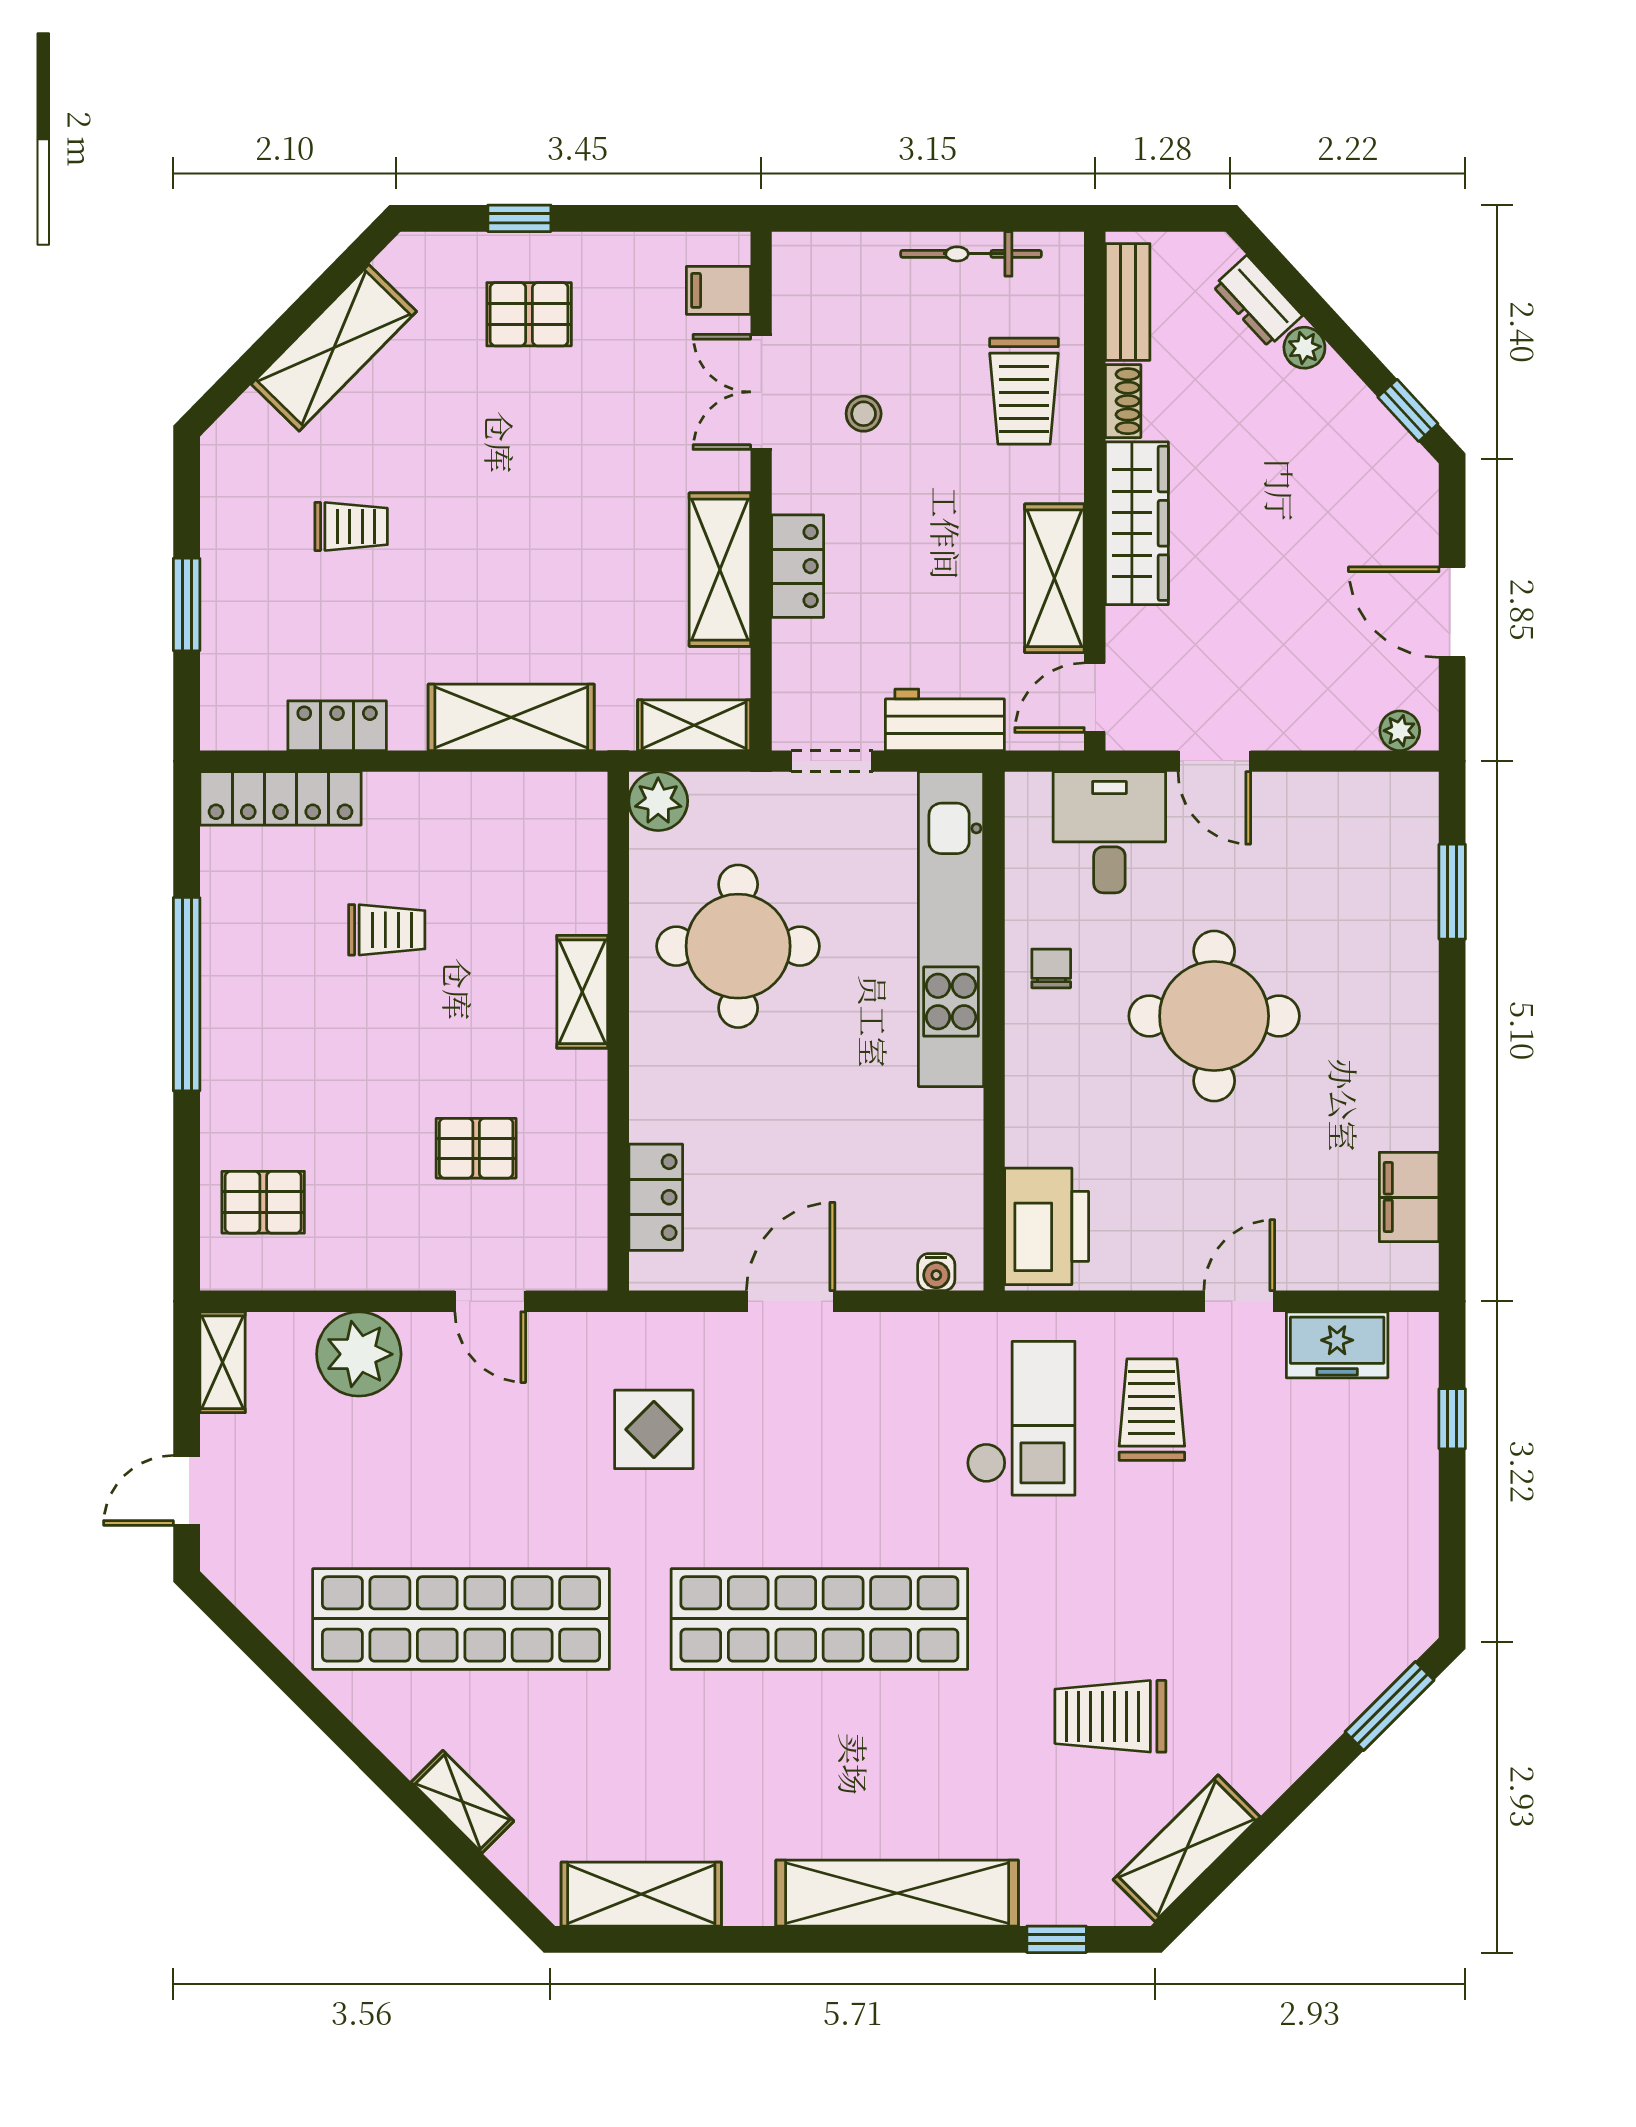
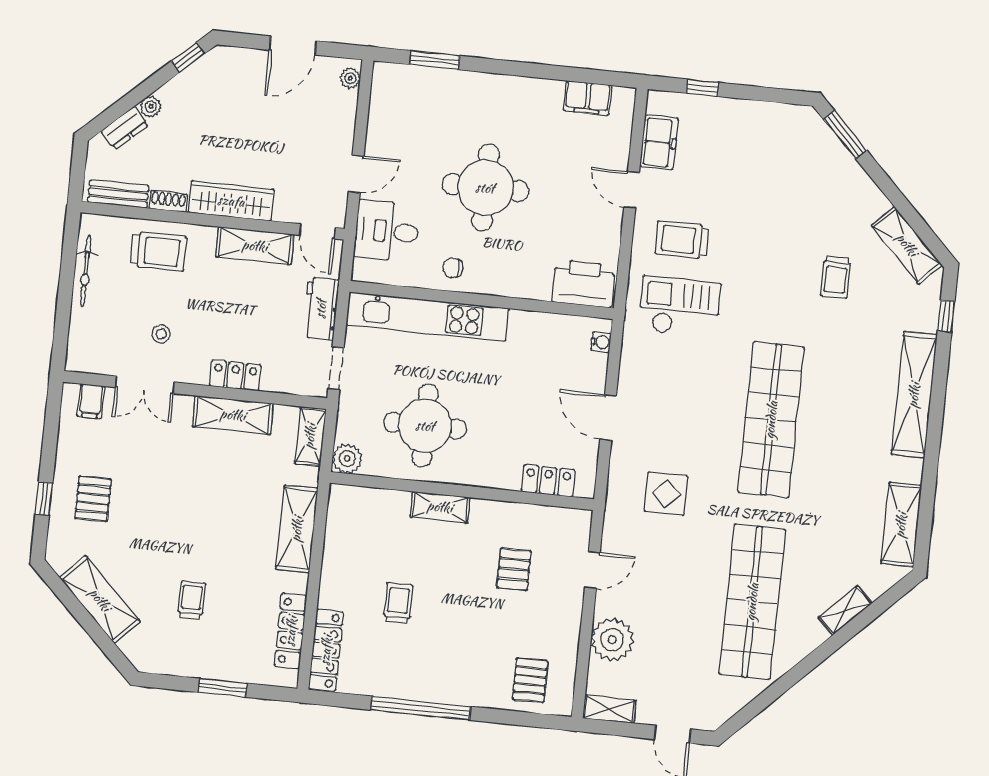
locker: (337, 726) -> (291, 631), width x1.53
trolley: (1110, 1716) -> (836, 277), width x0.73, depth x0.72

